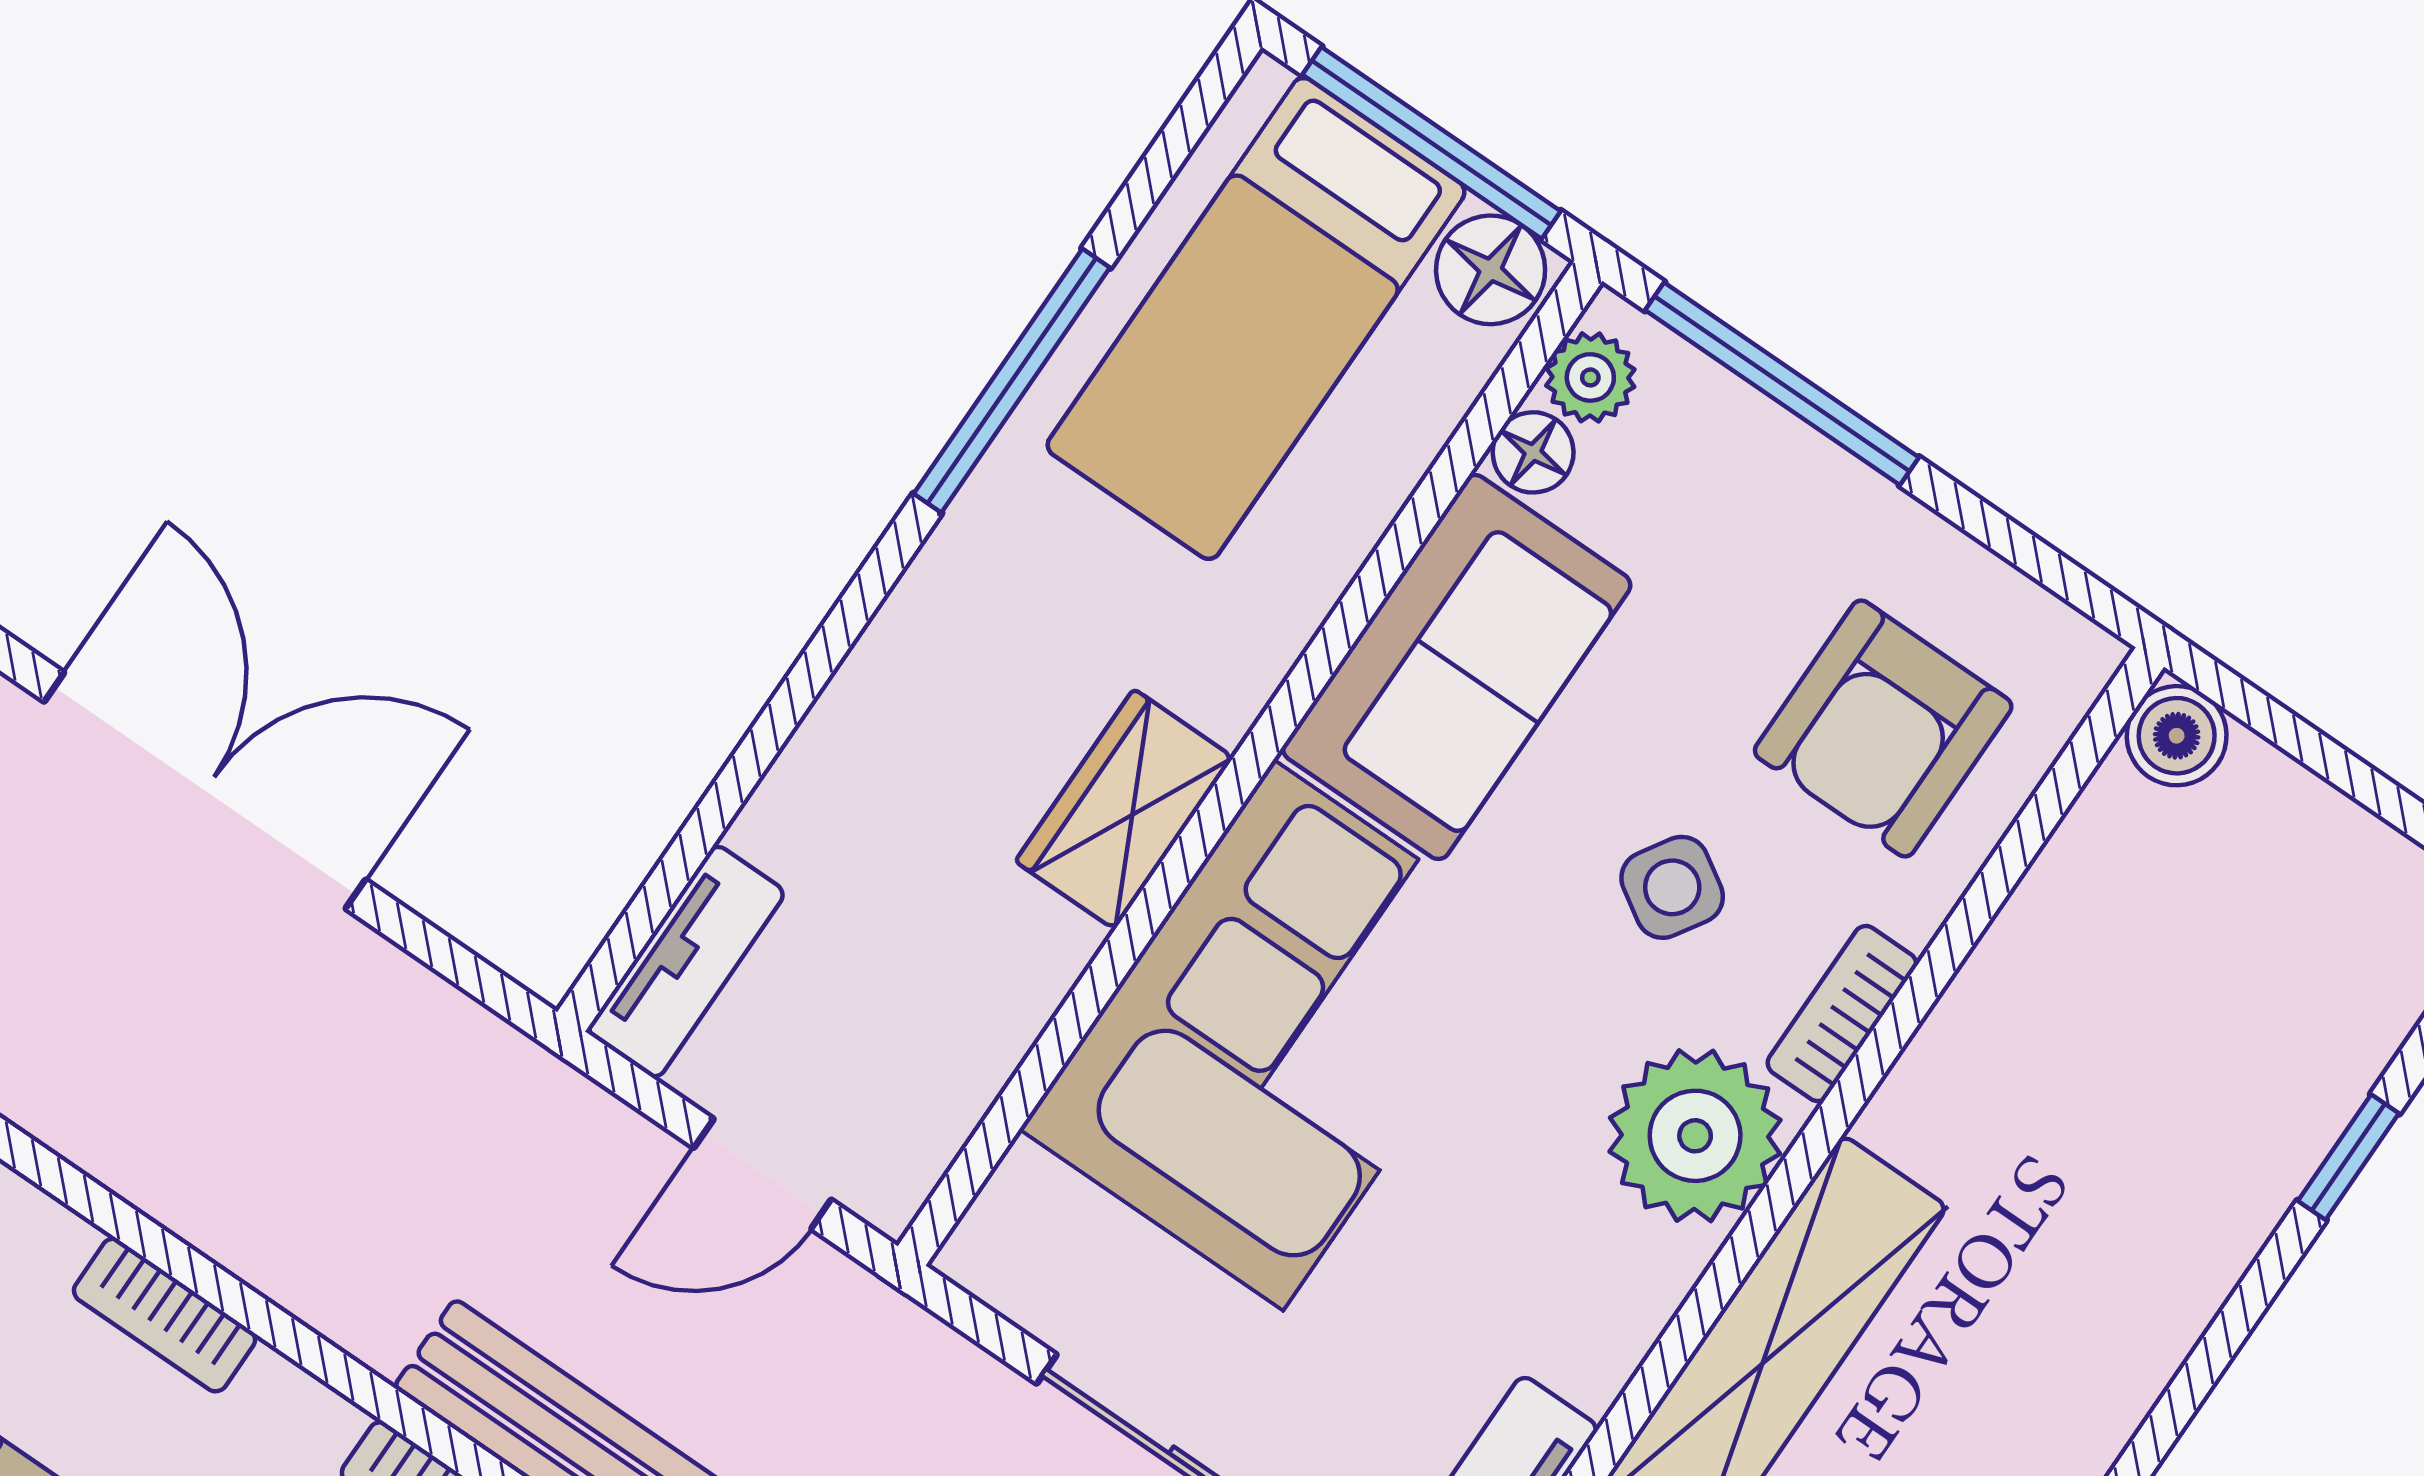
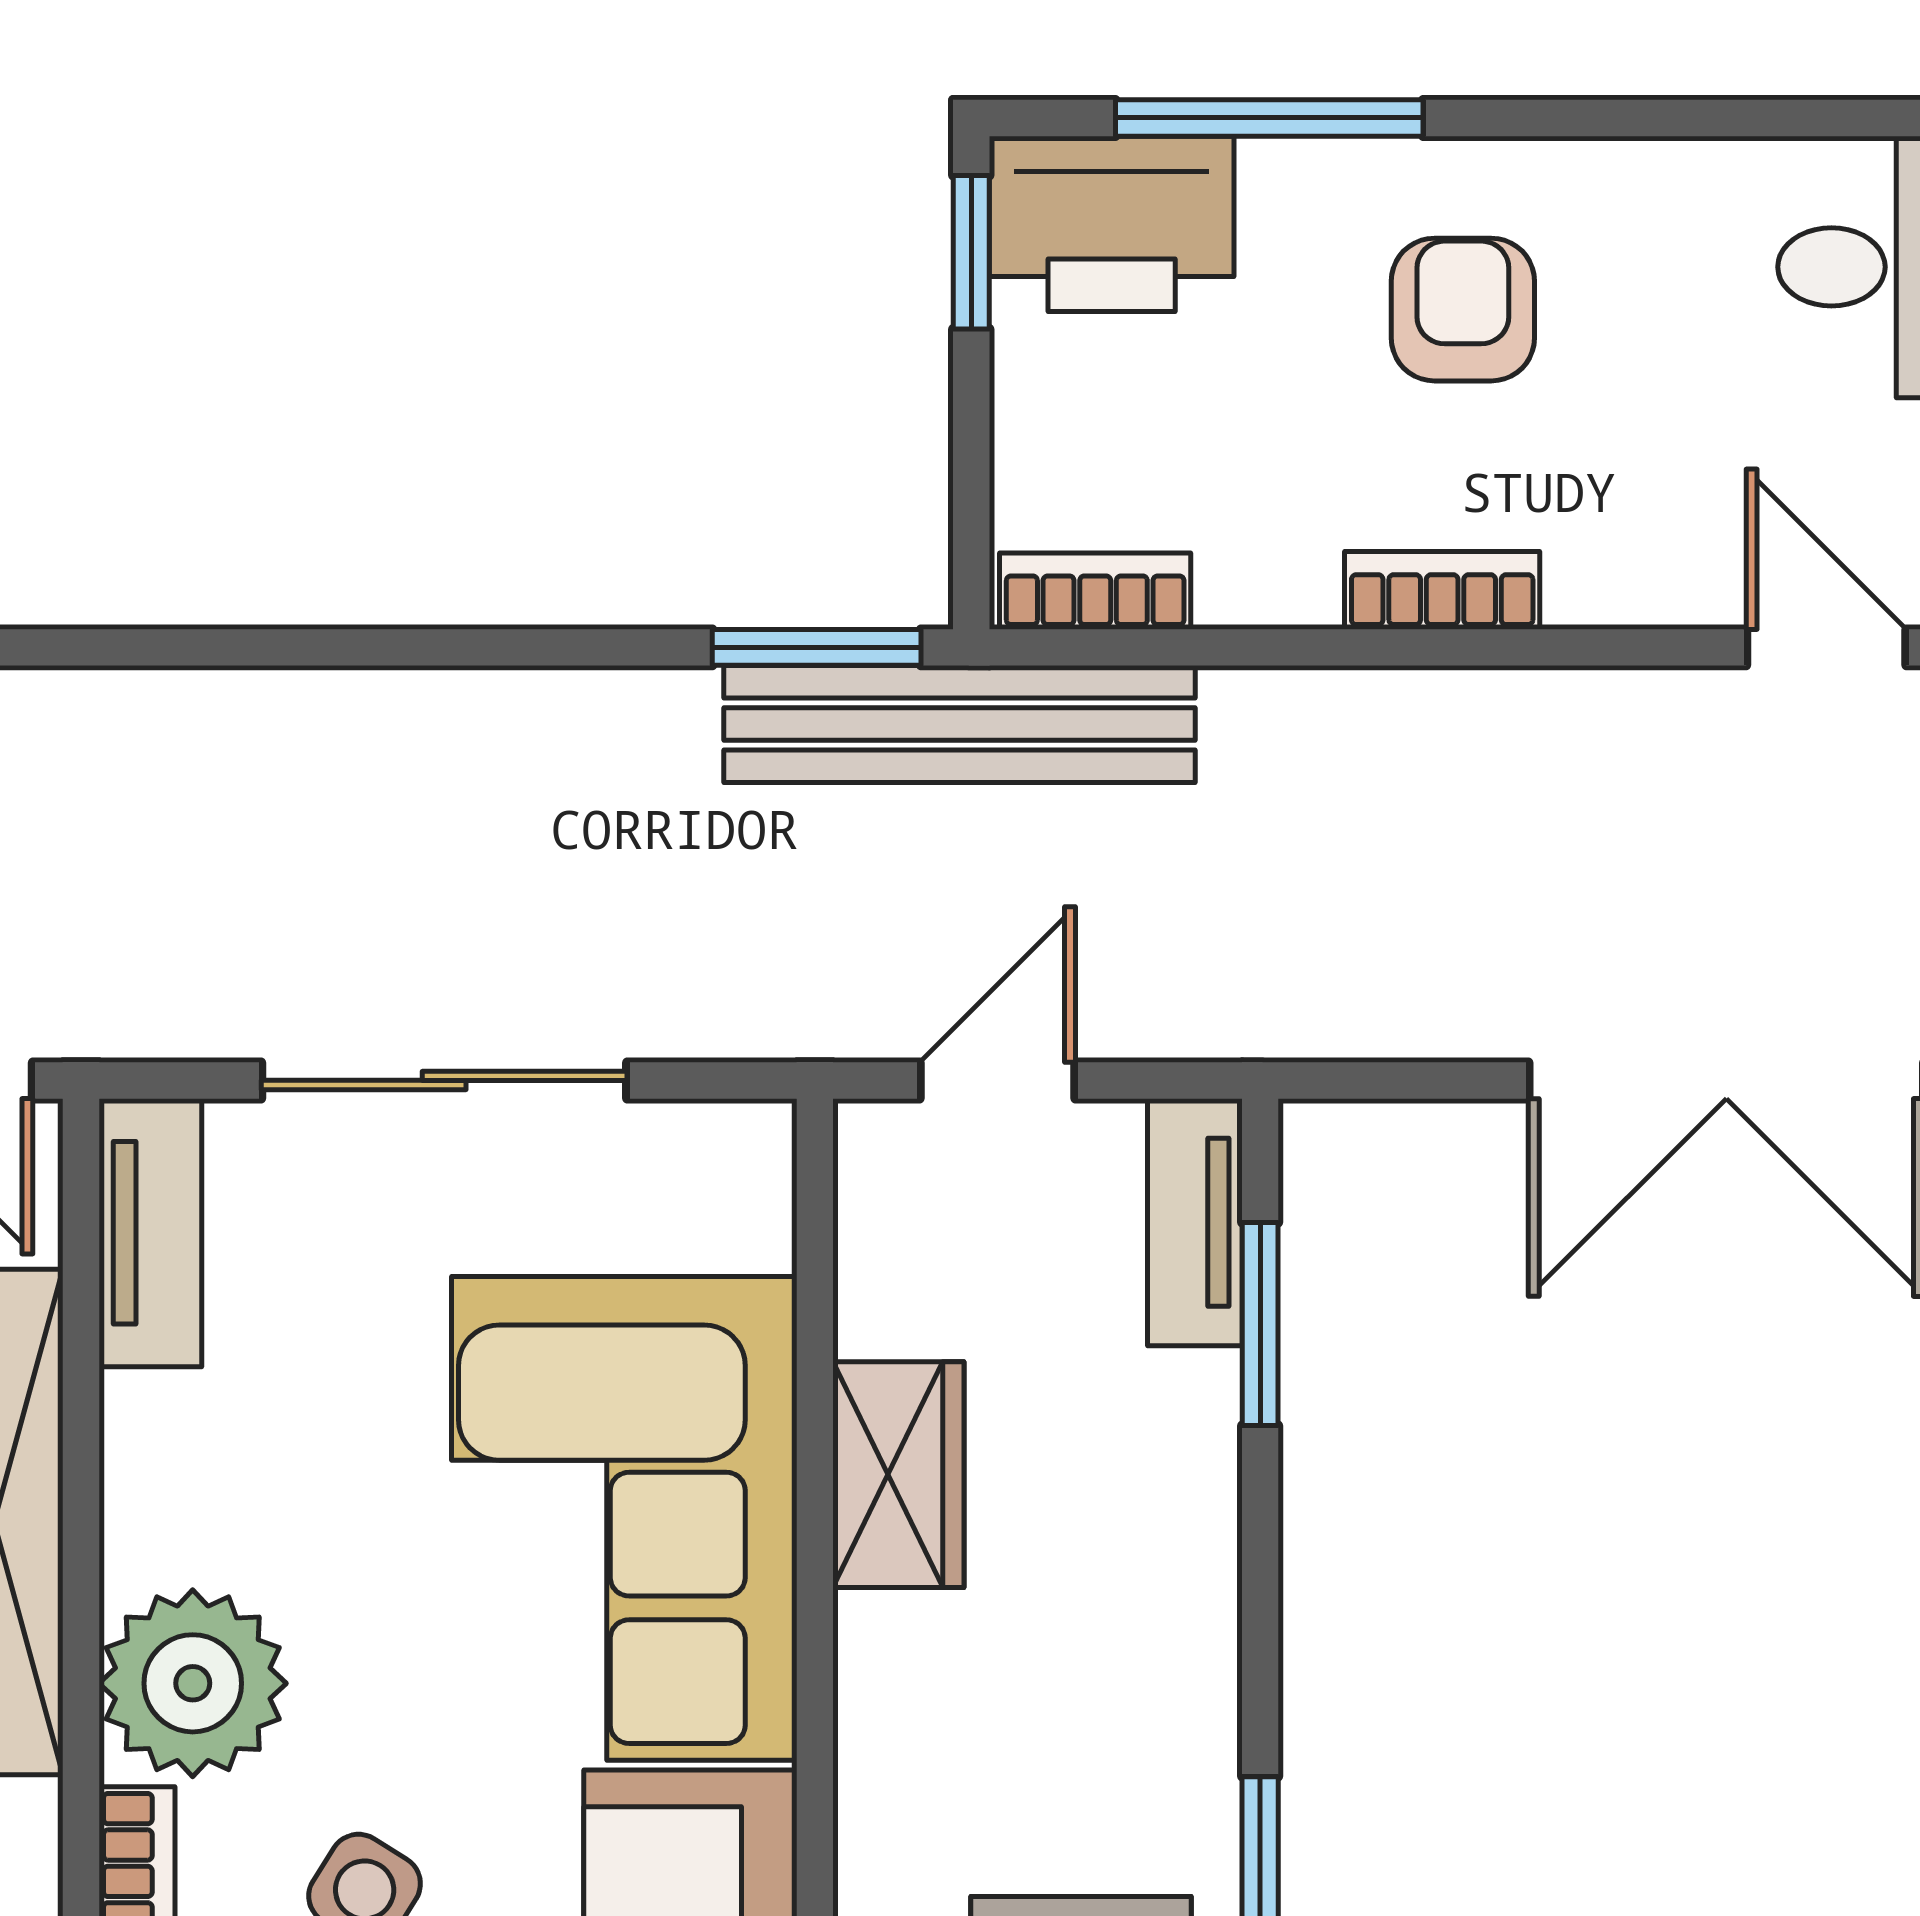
wardrobe: (1124, 809) -> (898, 1475), moved
window: (690, 849) -> (1260, 1324), added

